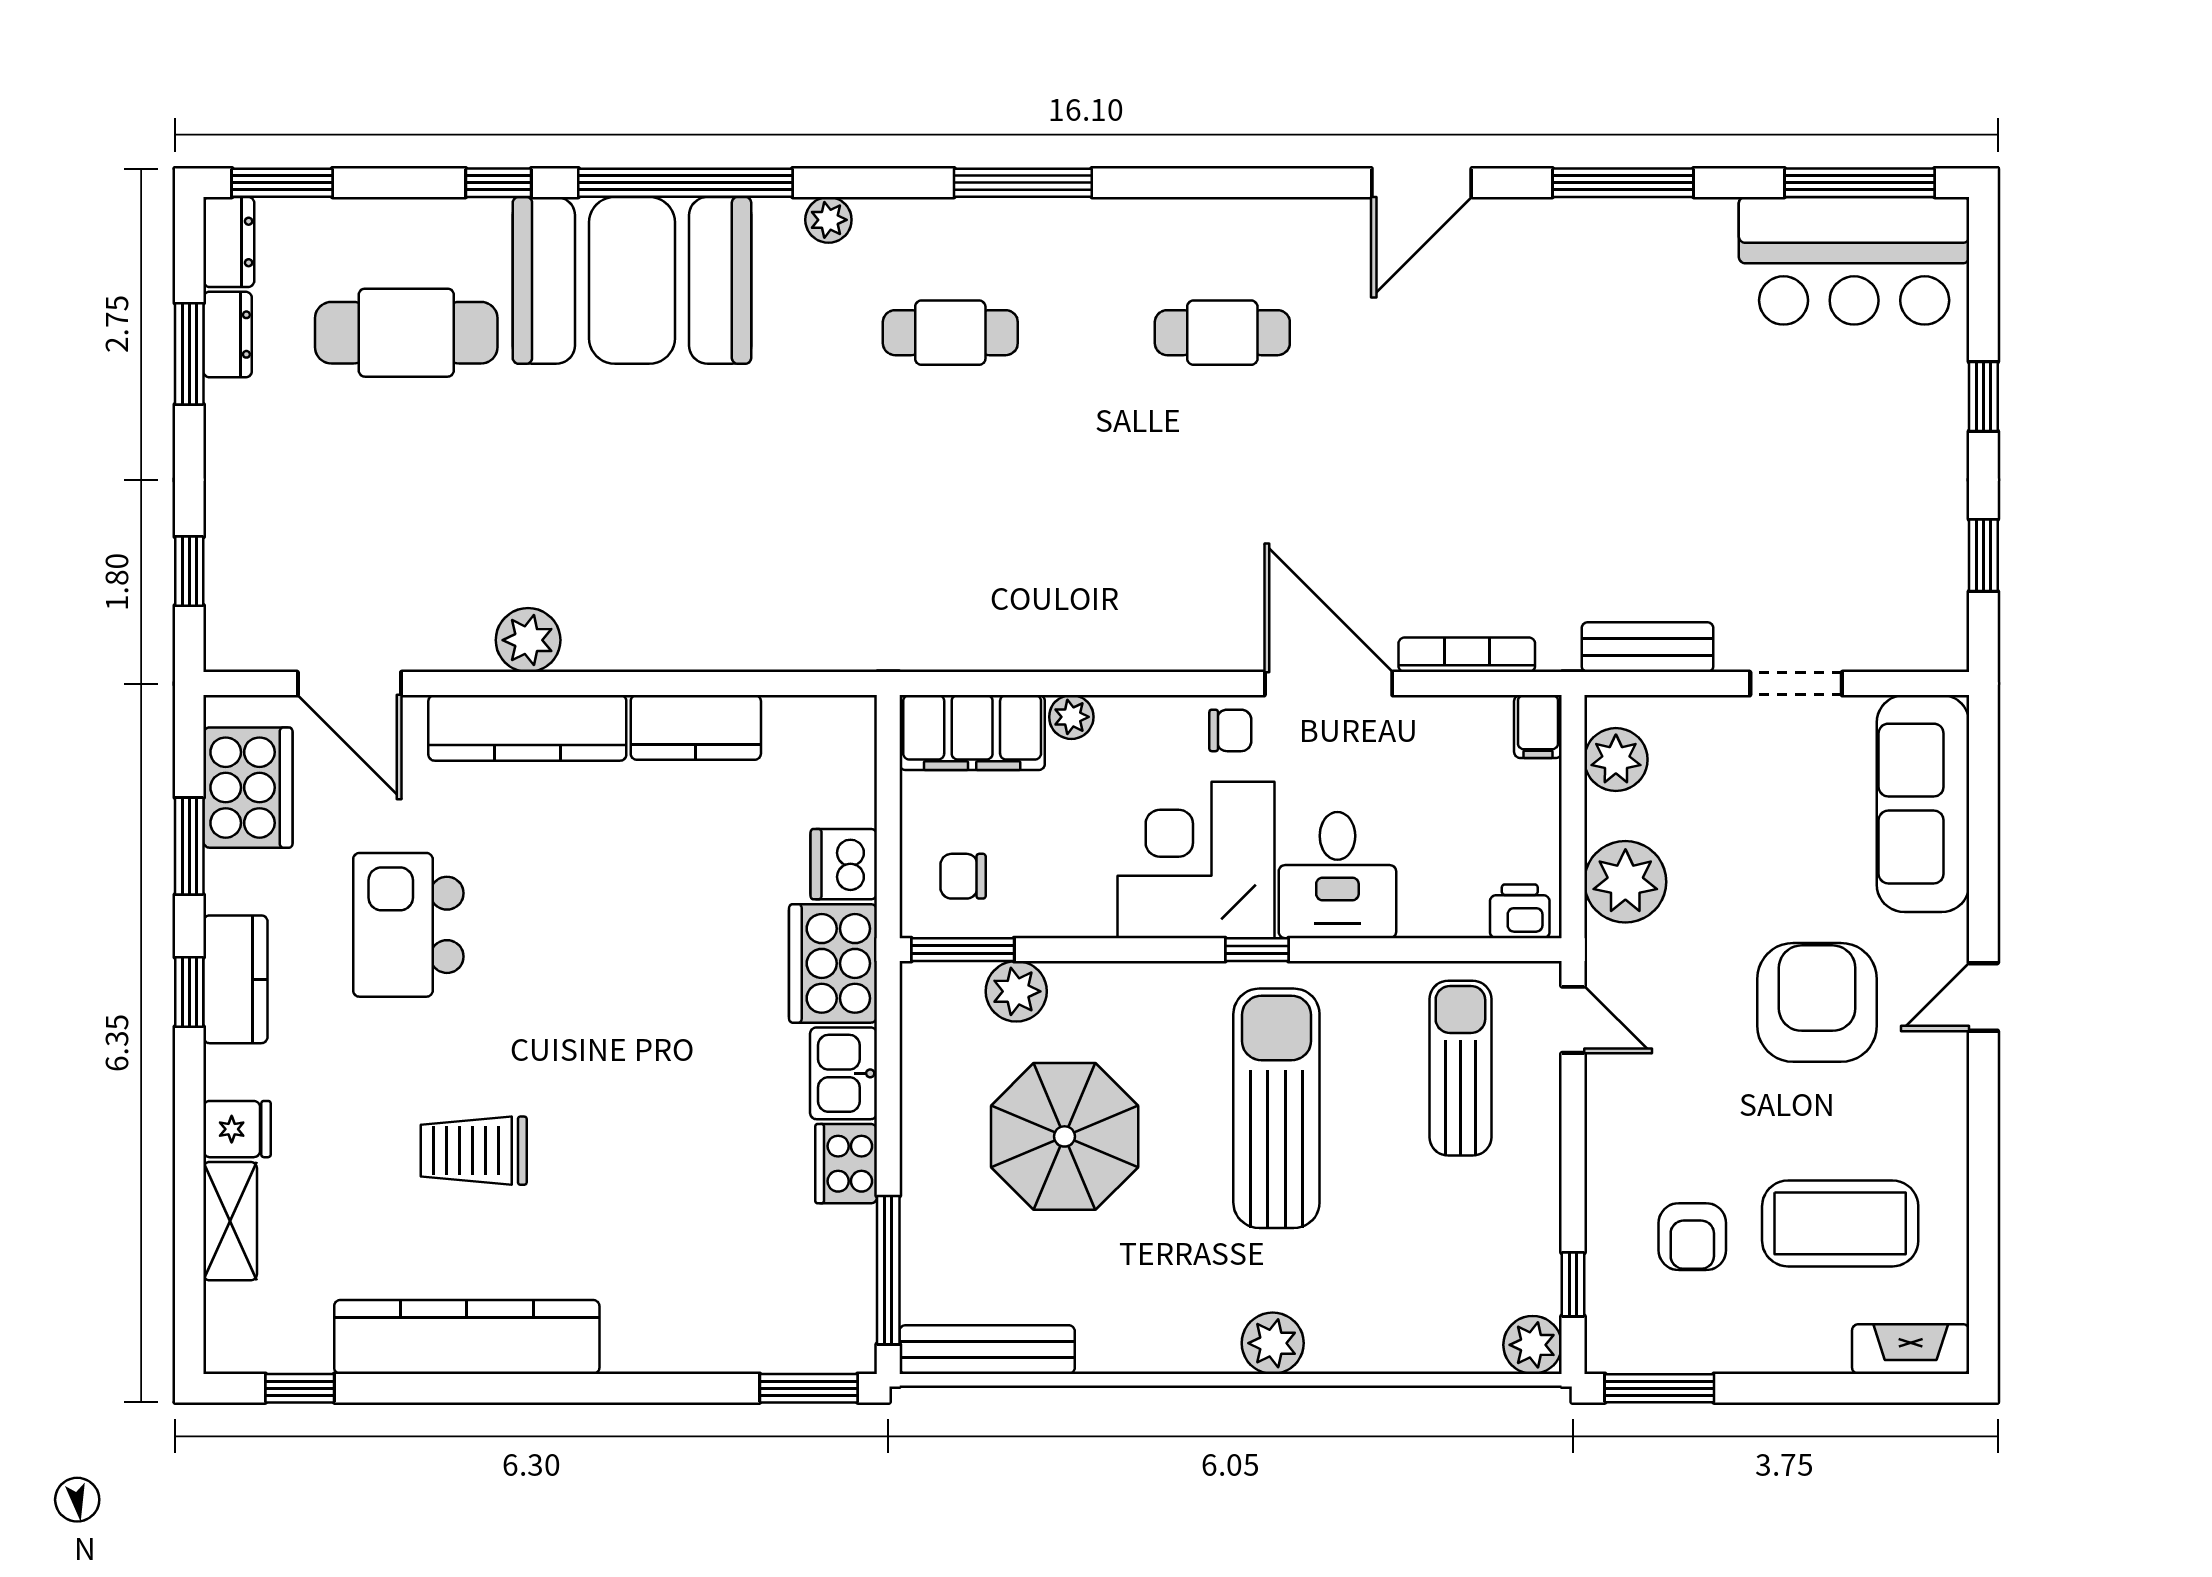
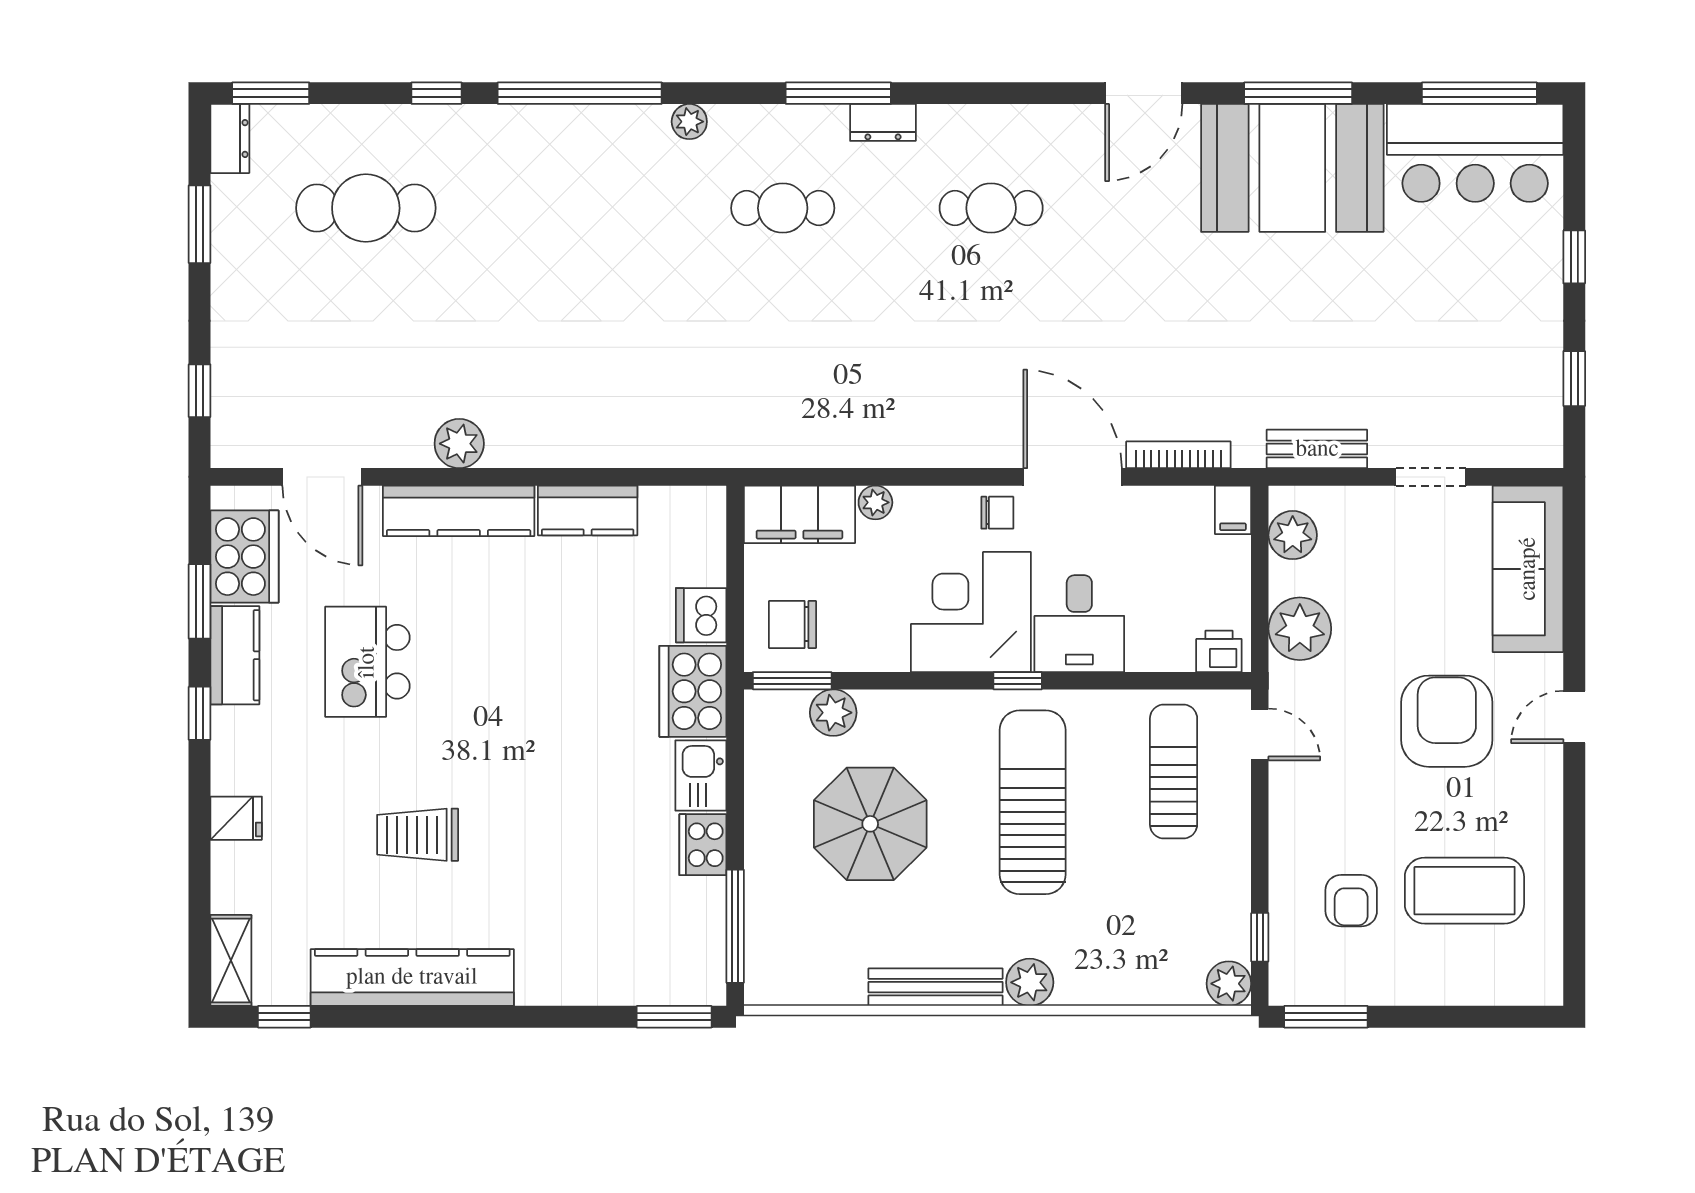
booth: (632, 280) -> (1292, 168), moved
dresser: (228, 335) -> (883, 122), moved, turned 90
chair: (963, 876) -> (792, 624), width x1.37, depth x1.37
kitchen counter: (235, 979) -> (235, 655), moved
shelving: (230, 1221) -> (231, 960), moved
fireplace: (1911, 1349) -> (1519, 987), removed
bench: (987, 1350) -> (936, 987), moved

